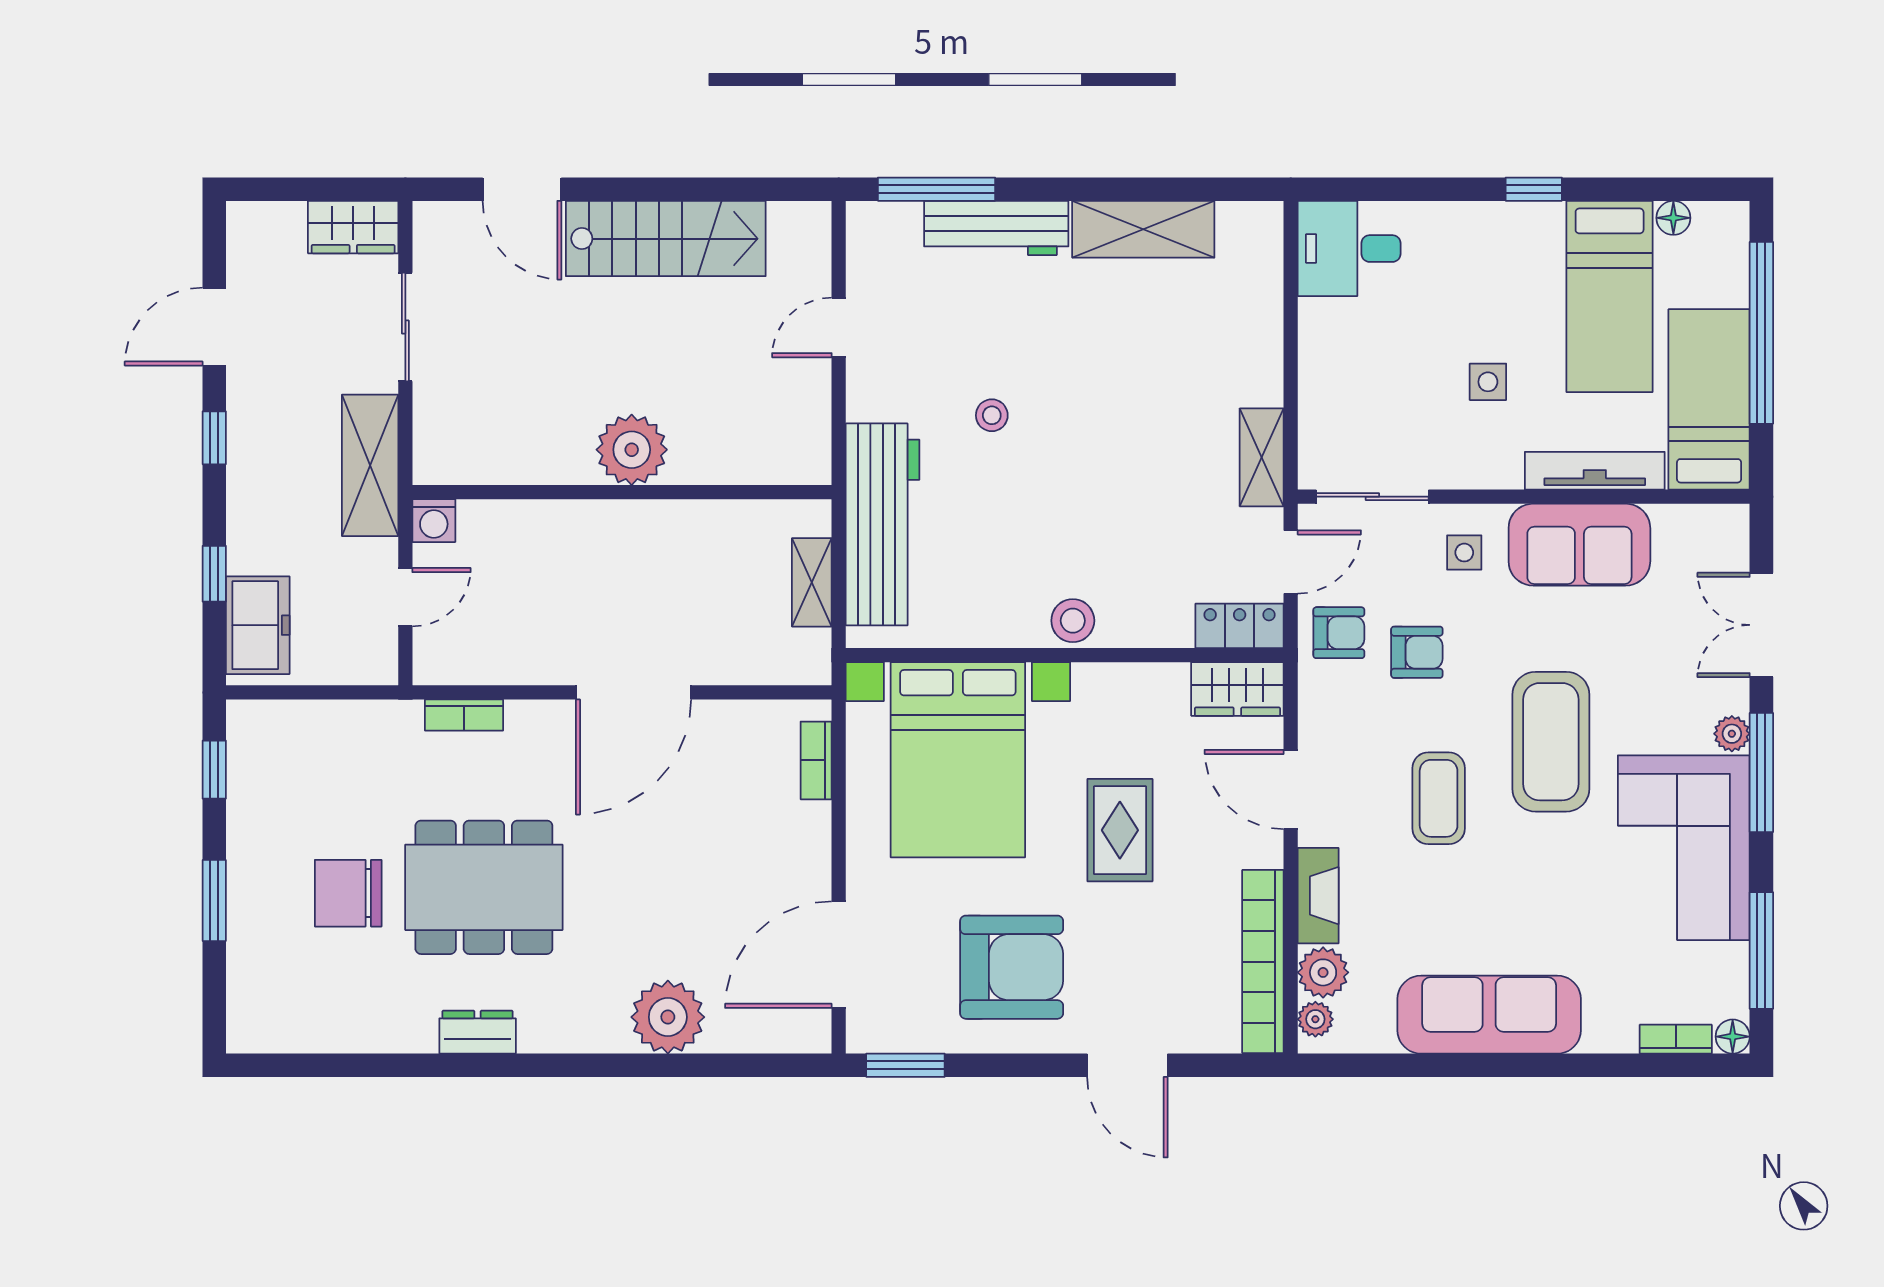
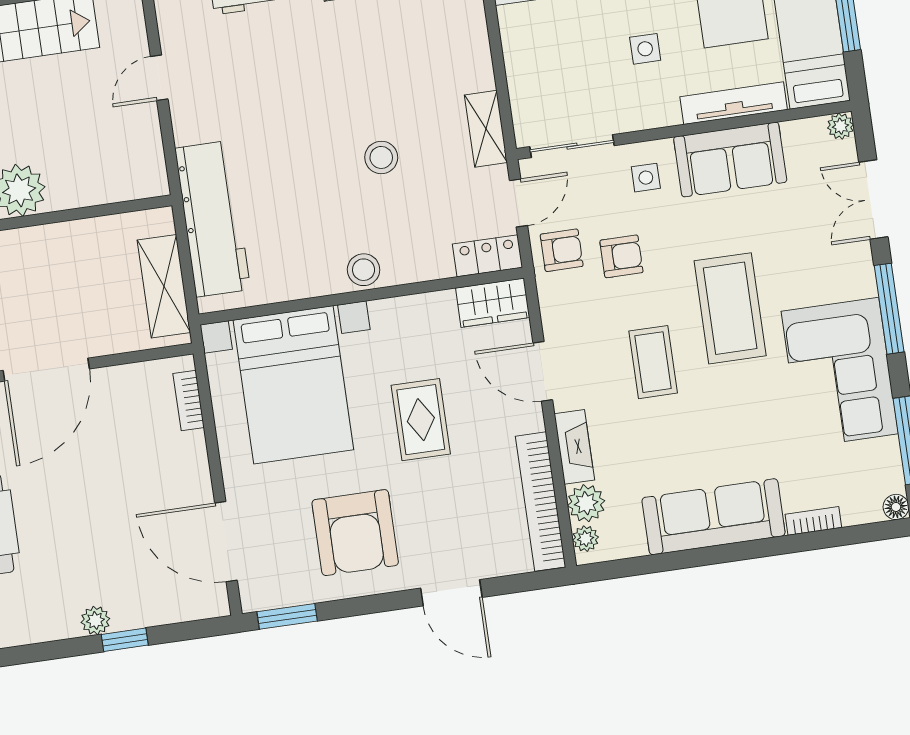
stool: (992, 415) -> (381, 157), moved, width x1.37, depth x1.37
shelving: (812, 582) -> (164, 286), width x1.50, depth x1.33
plant: (1732, 734) -> (840, 126), moved
door: (839, 955) -> (226, 542), hinge flipped
armchair: (1012, 967) -> (355, 533), turned 90
plant: (668, 1017) -> (95, 620), width x0.53, depth x0.53
bookcase: (1676, 1039) -> (813, 521), moved
window: (686, 1065) -> (125, 640), added

